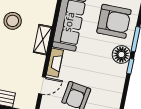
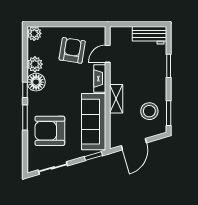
floor lamp: (121, 55) -> (36, 82), moved
plant: (116, 89) -> (35, 64), added

